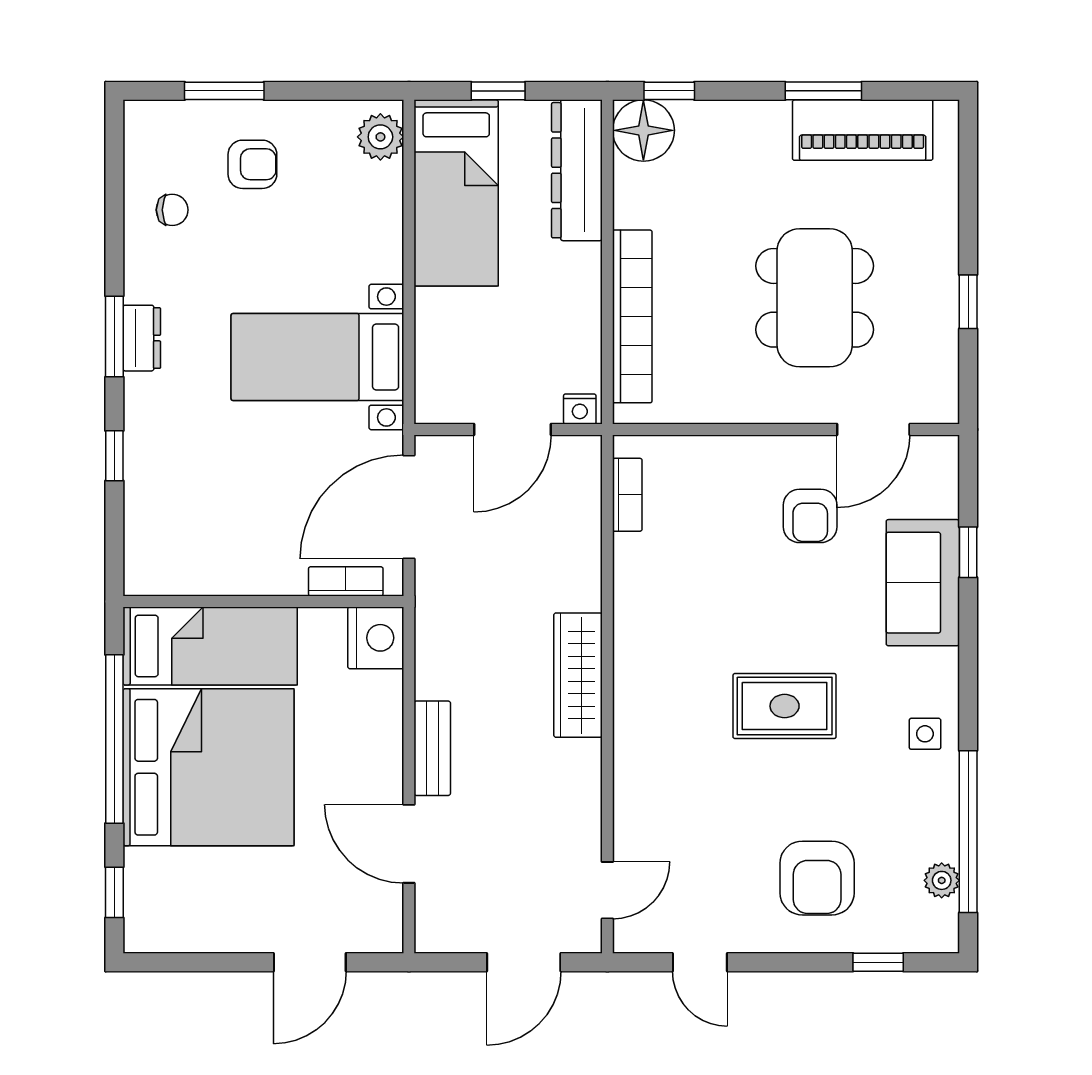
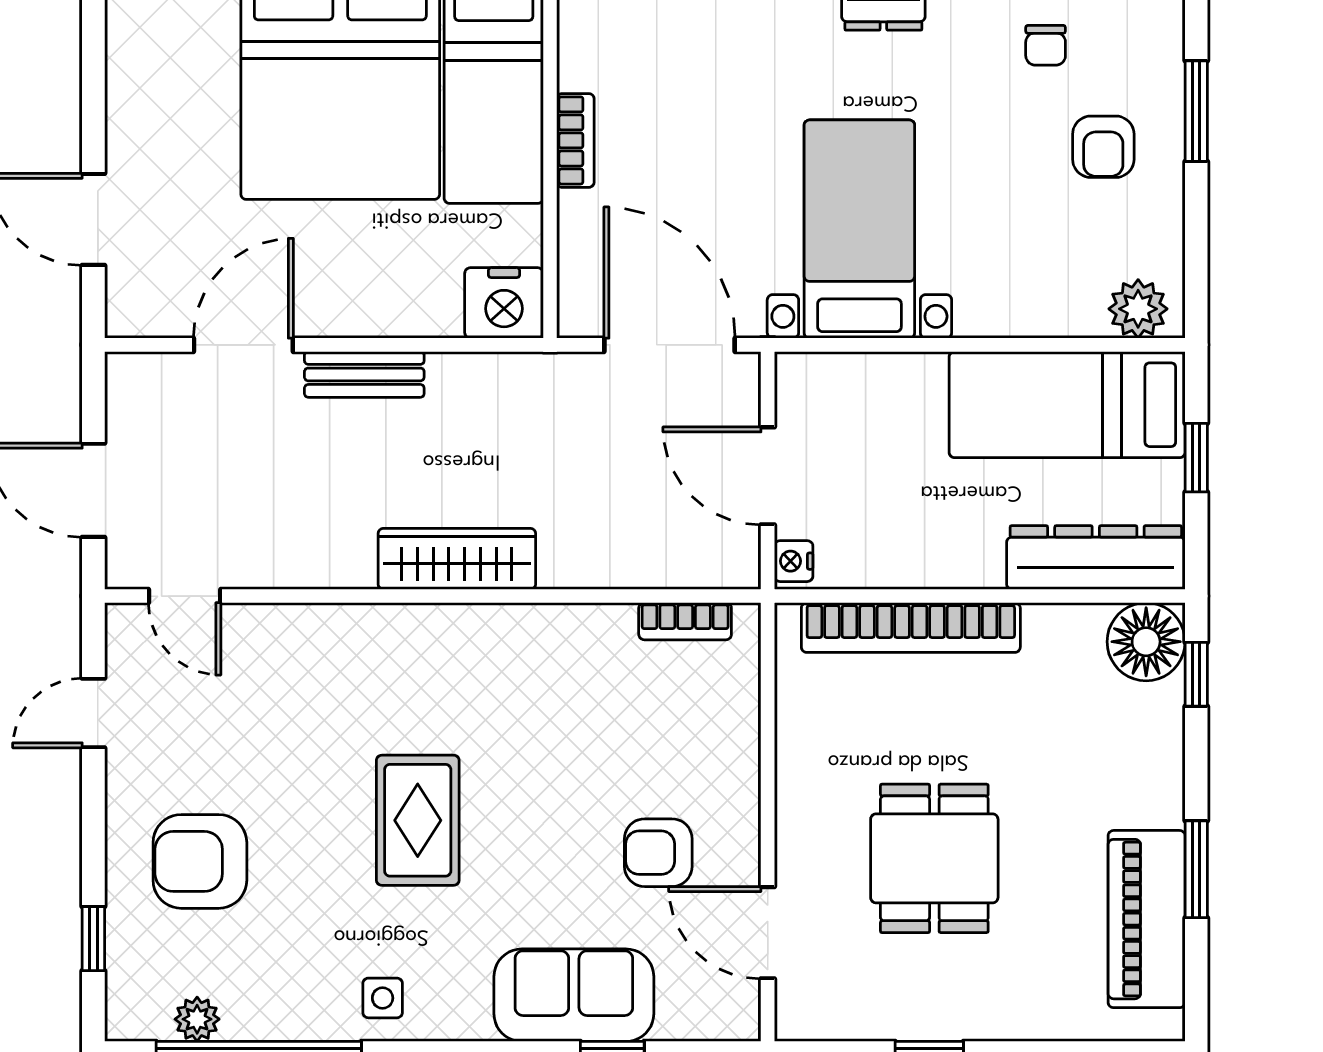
dining table: (815, 298) -> (934, 858), width x0.73
bookcase: (346, 581) -> (575, 140), moved

